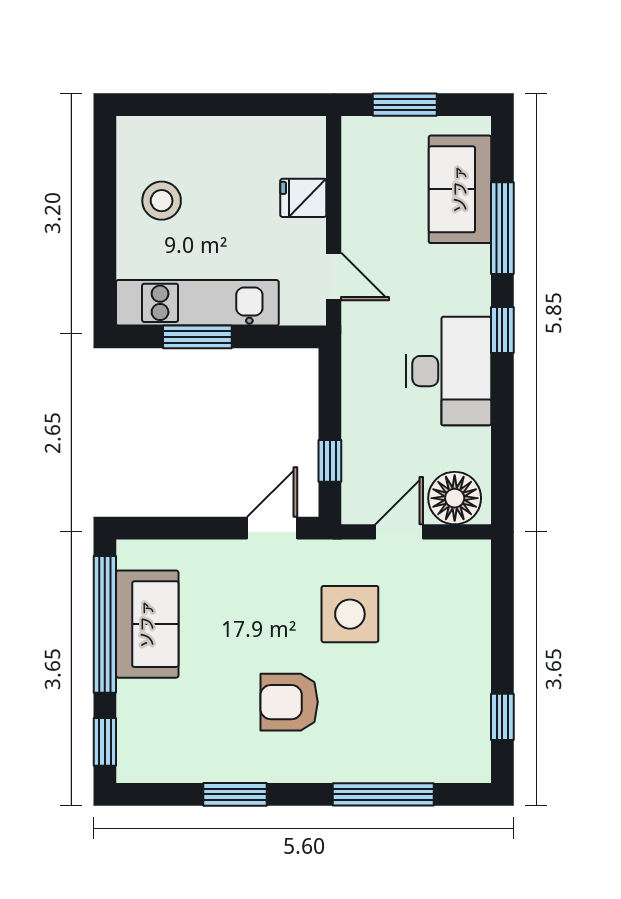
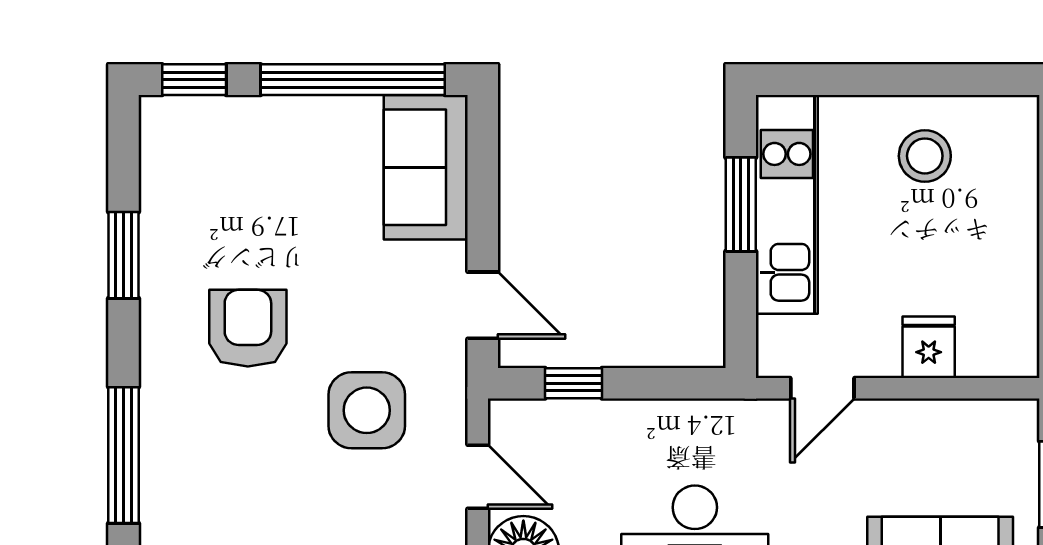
sofa: (147, 624) -> (426, 167), moved, turned 90

